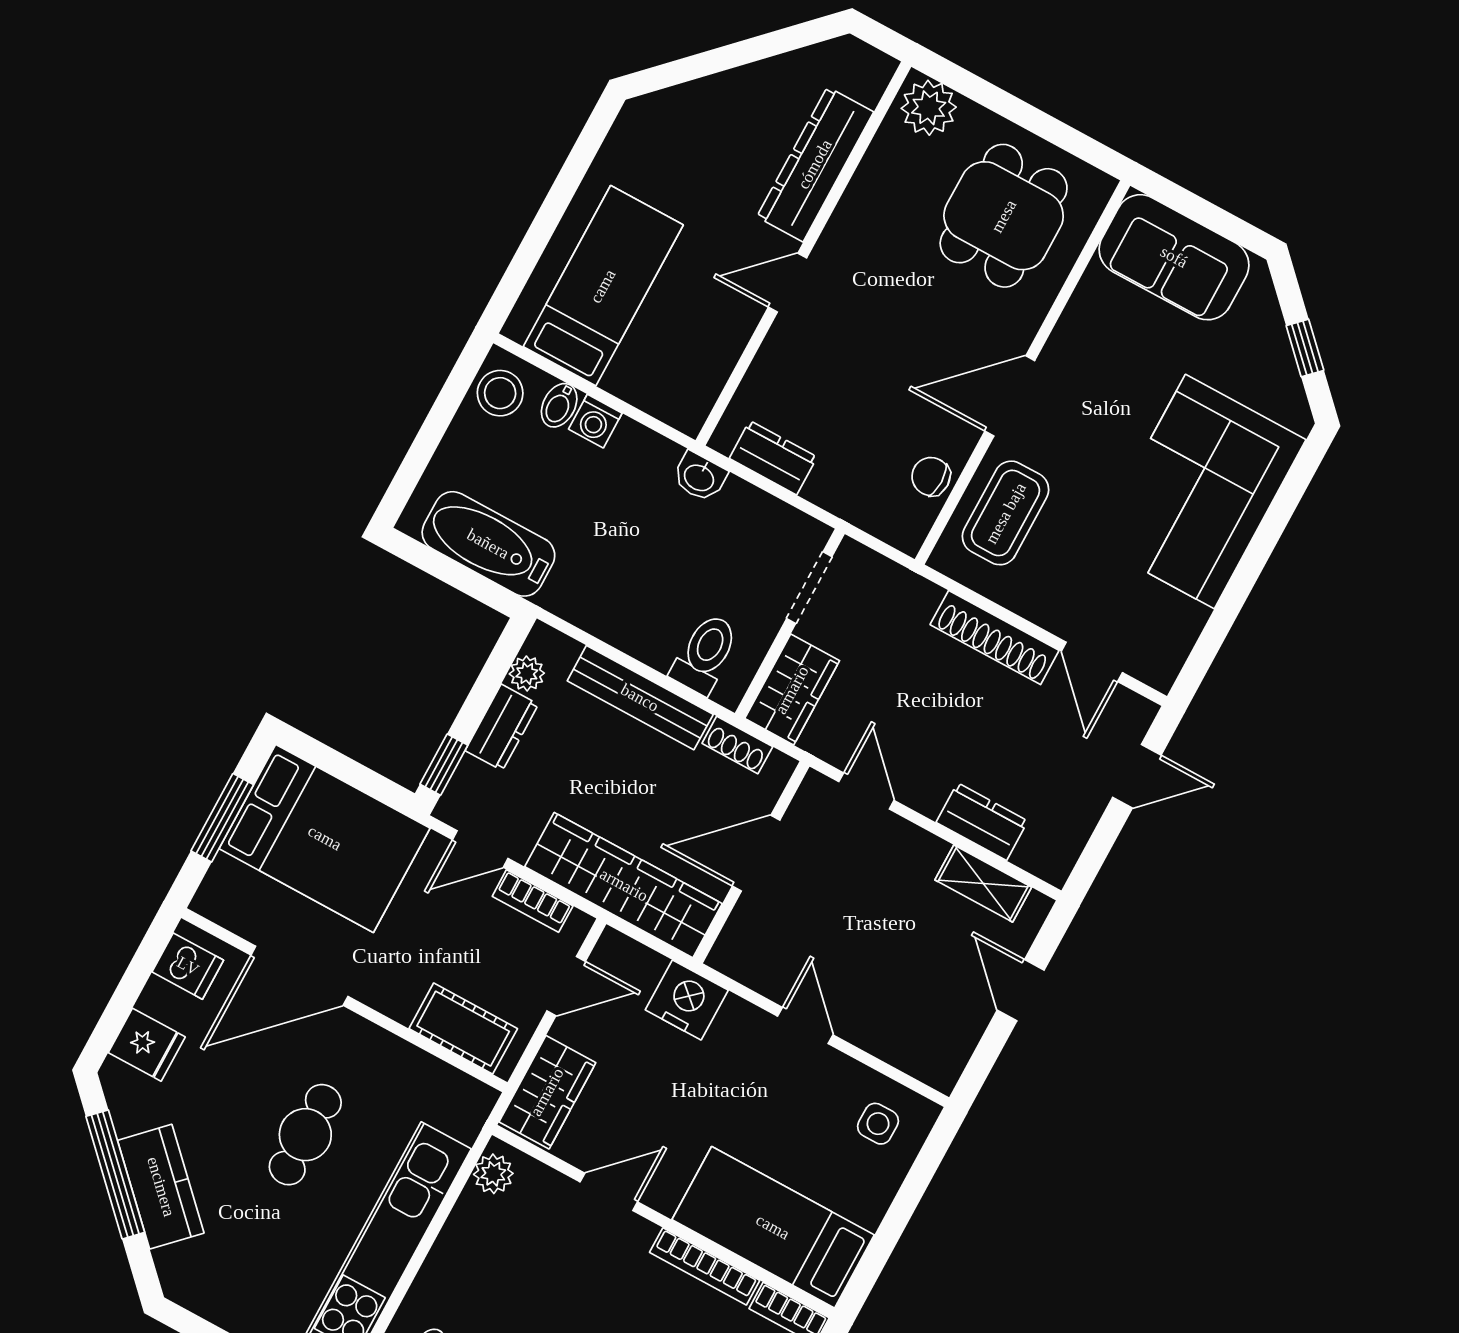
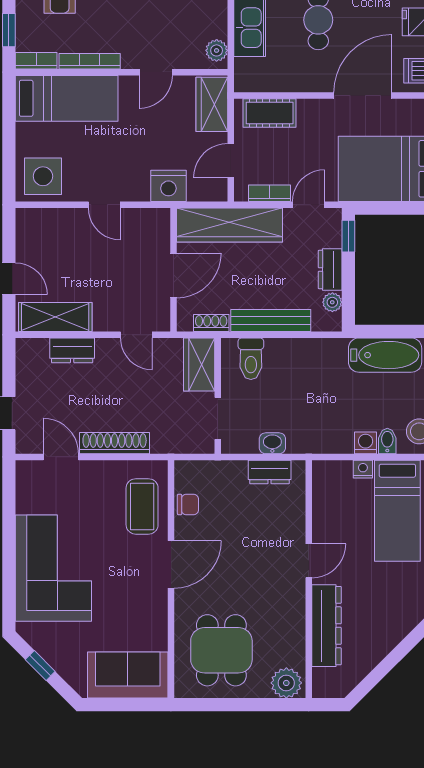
nightstand: (622, 382) -> (363, 469), added
washbasin: (699, 477) -> (272, 443), moved
shelving: (983, 884) -> (55, 317), width x1.50, depth x1.33
side table: (878, 1124) -> (43, 176), width x1.87, depth x1.87

